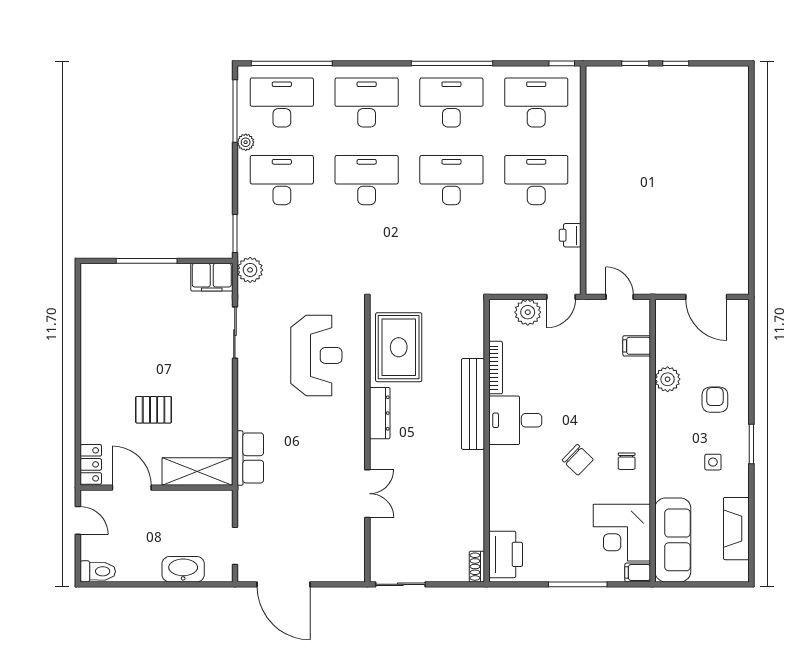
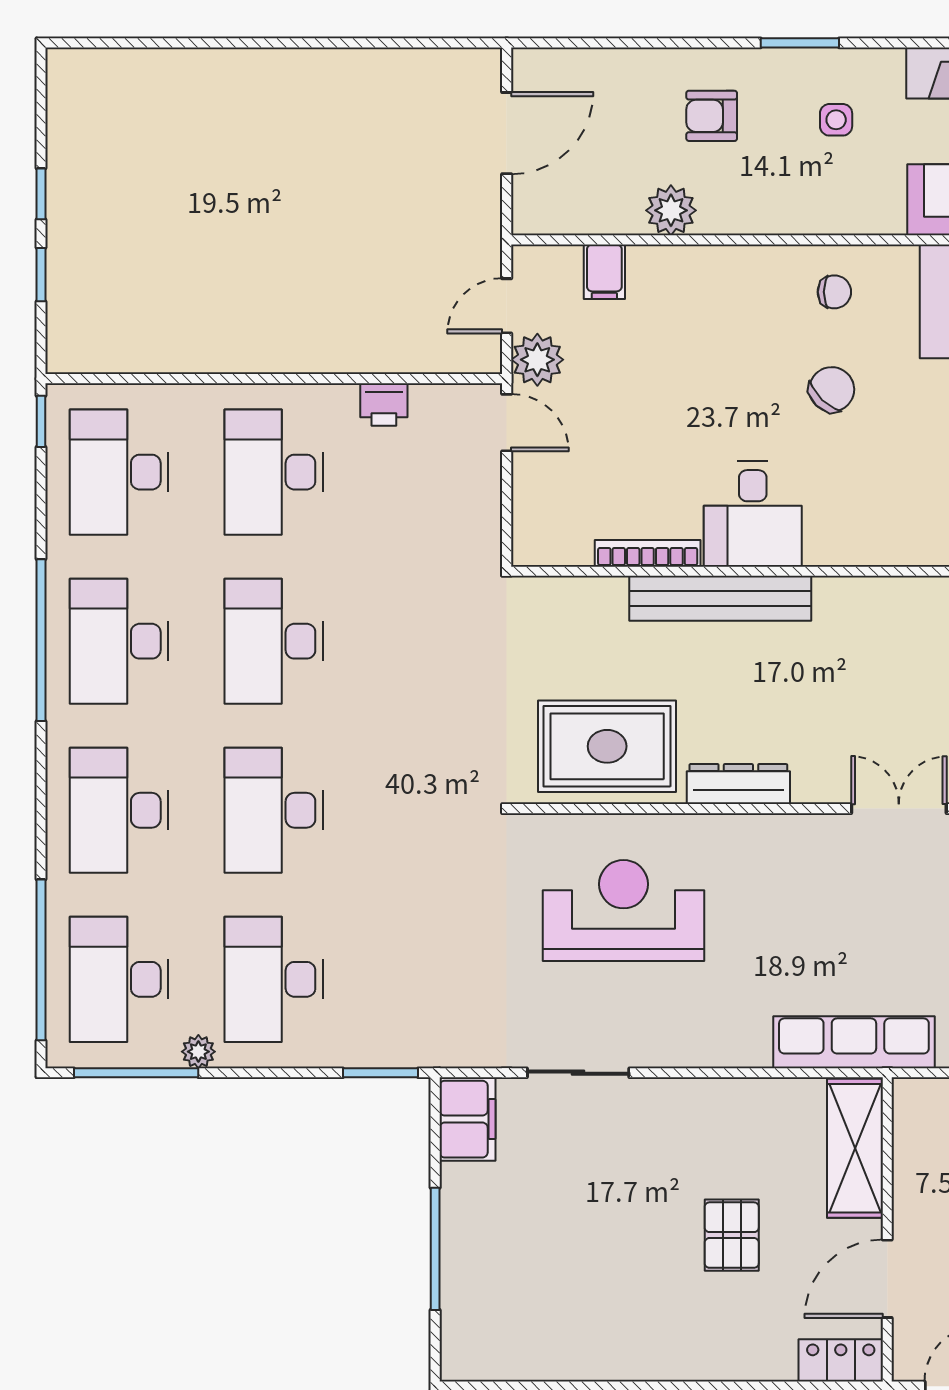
plant: (250, 270) -> (453, 1043), removed
plant: (528, 312) -> (537, 360), moved
row of seats: (250, 458) -> (854, 1042), width x1.48

